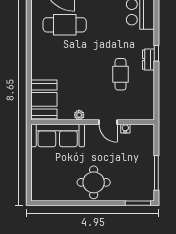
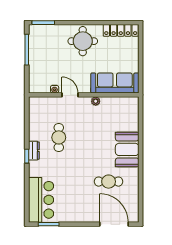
cafe table: (65, 25) -> (109, 182), width x0.73, depth x0.74
booth: (44, 99) -> (127, 149), moved
locker: (51, 194) -> (121, 30), added

